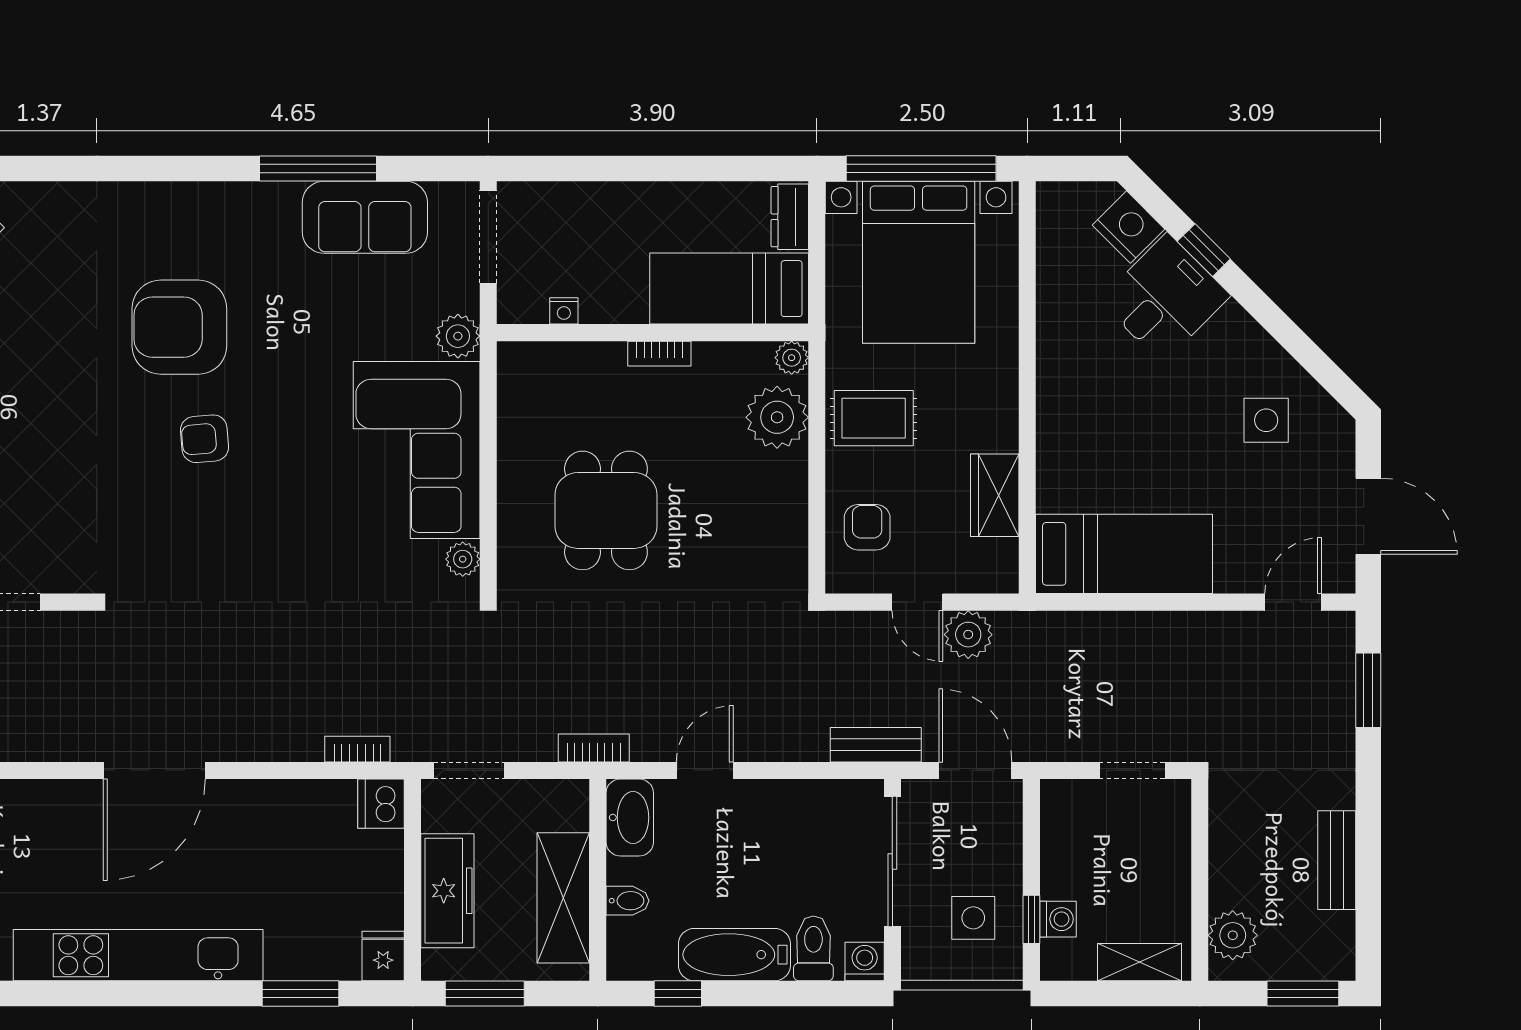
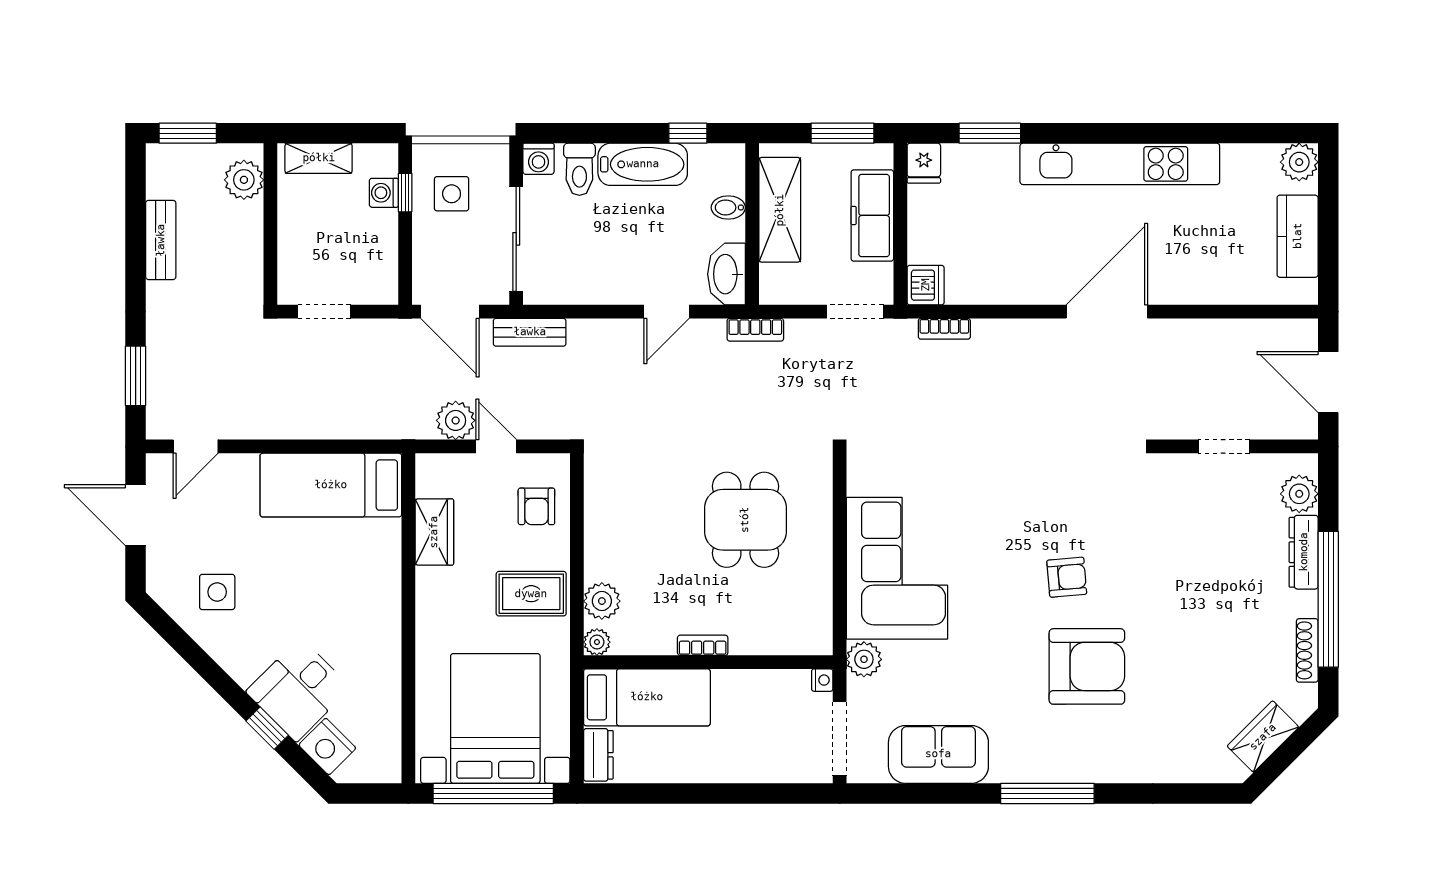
window: (318, 168) -> (1047, 793), moved
nightstand: (564, 311) -> (822, 680), moved, turned 90
plant: (777, 417) -> (602, 601), width x0.73, depth x0.73
plant: (463, 559) -> (860, 481), removed

